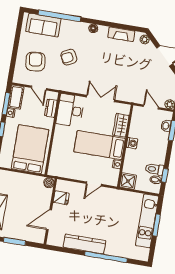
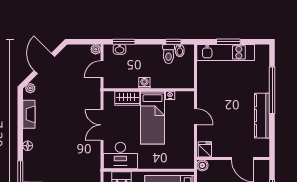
armchair: (69, 57) -> (63, 167), removed
shower: (128, 181) -> (186, 80), removed
fridge: (61, 198) -> (205, 149), moved

